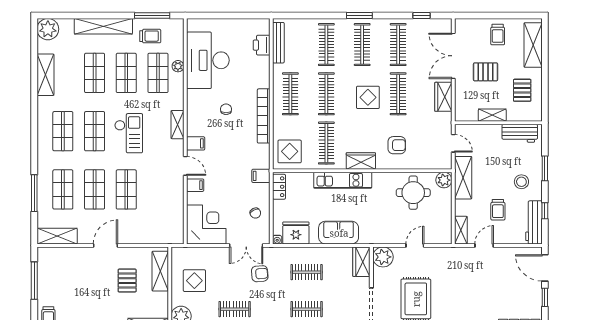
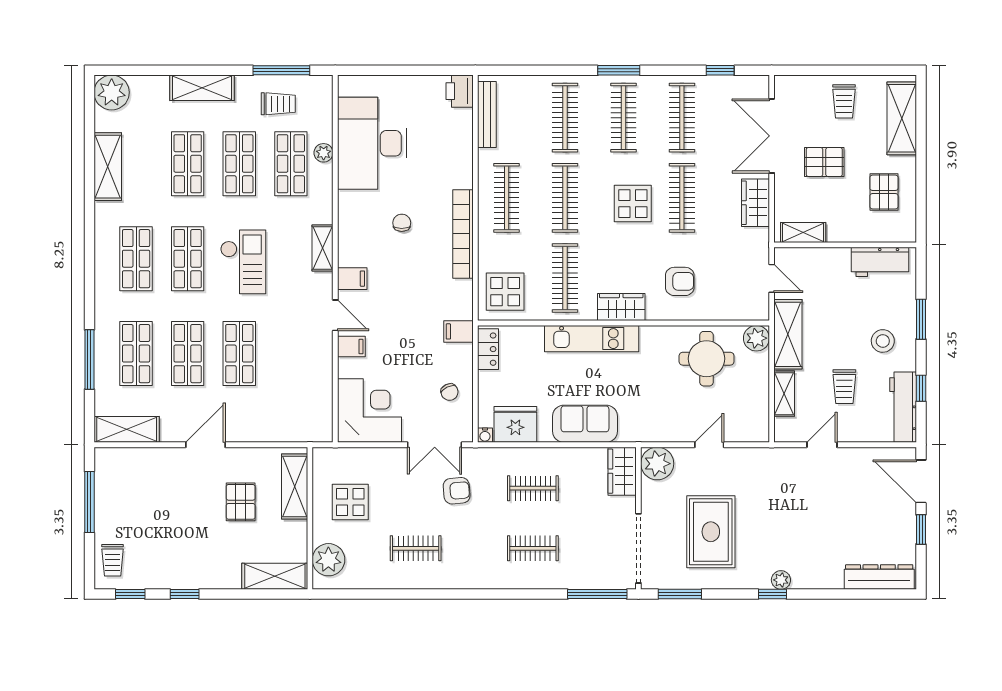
shelving: (103, 26) -> (202, 88), width x0.68
printer: (262, 45) -> (460, 91), moved
shelving: (492, 115) -> (803, 232), moved
shelving: (461, 230) -> (784, 394), moved

